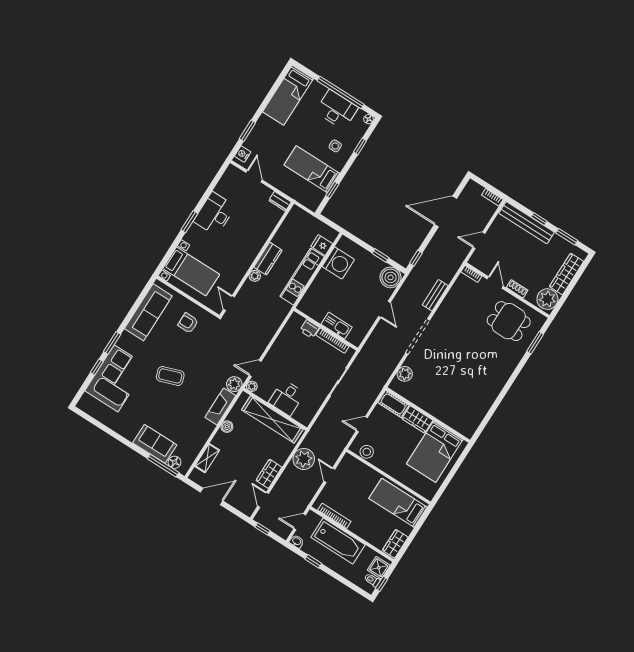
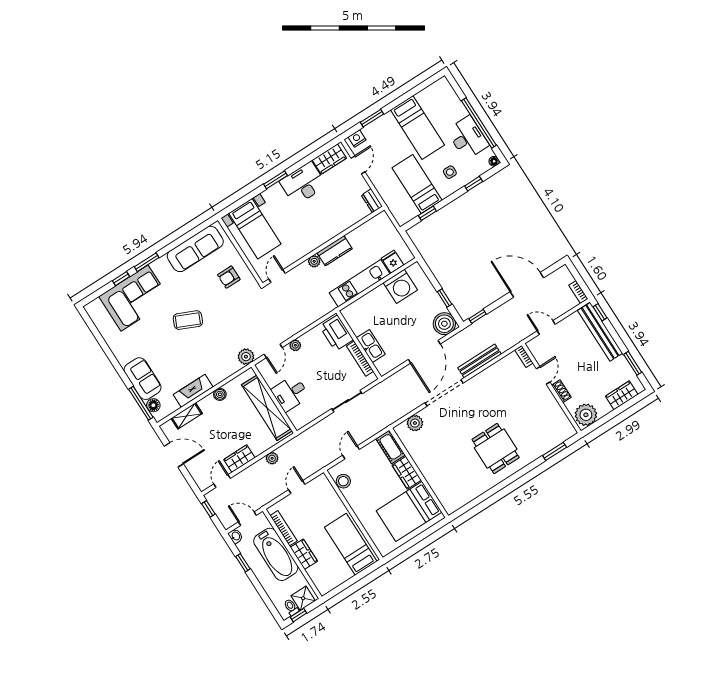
bed: (288, 95) -> (417, 127), moved, turned -90
wardrobe: (227, 182) -> (329, 159), added
window: (539, 219) -> (600, 312), moved
wardrobe: (567, 274) -> (622, 395), width x0.67
bench: (435, 295) -> (479, 361), width x1.36
door: (384, 309) -> (424, 352), width x1.88
dining table: (509, 321) -> (496, 449), moved
armchair: (188, 323) -> (229, 277), turned -90
printer: (309, 329) -> (336, 333), width x1.87, depth x1.48
door: (255, 368) -> (273, 351), swing flipped
coffee table: (170, 376) -> (188, 320), turned -47
plant: (252, 386) -> (295, 345), moved
fireplace: (220, 407) -> (193, 391), moved
door: (362, 424) -> (351, 452), hinge flipped
plant: (304, 459) -> (272, 458), width x0.53, depth x0.53
wardrobe: (395, 544) -> (304, 554), moved, turned 90

